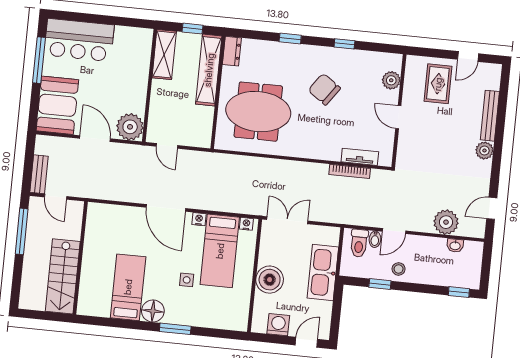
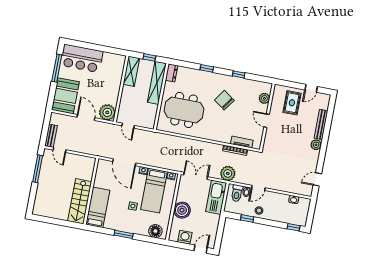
plant: (446, 222) -> (228, 173), moved
wall: (80, 258) -> (91, 191), moved
kitchen sink: (323, 273) -> (216, 197), moved
stairs: (63, 276) -> (80, 201), moved
floor lamp: (153, 311) -> (155, 231), moved

